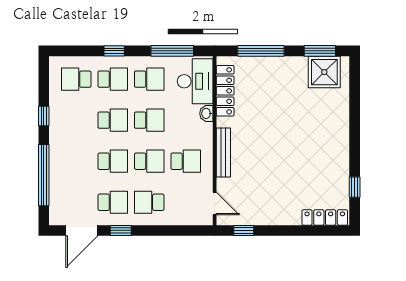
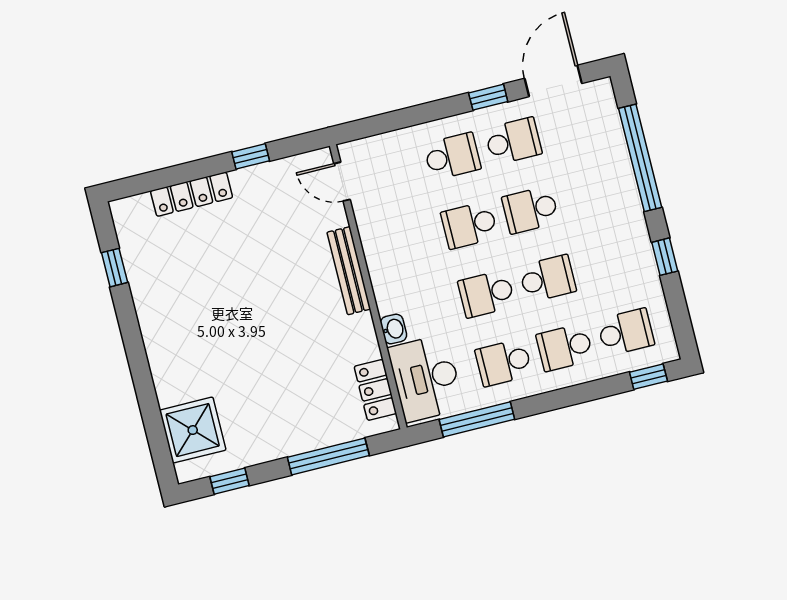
window: (114, 51) -> (648, 377), moved
window: (320, 51) -> (229, 481), width x0.67
shower: (324, 72) -> (193, 430), moved
locker: (225, 91) -> (375, 390), width x0.66
school desk: (113, 120) -> (548, 279), turned 180
school desk: (186, 161) -> (408, 240), removed
school desk: (113, 202) -> (513, 141), turned 180
locker: (325, 217) -> (192, 194), moved
window: (244, 230) -> (251, 156), moved

